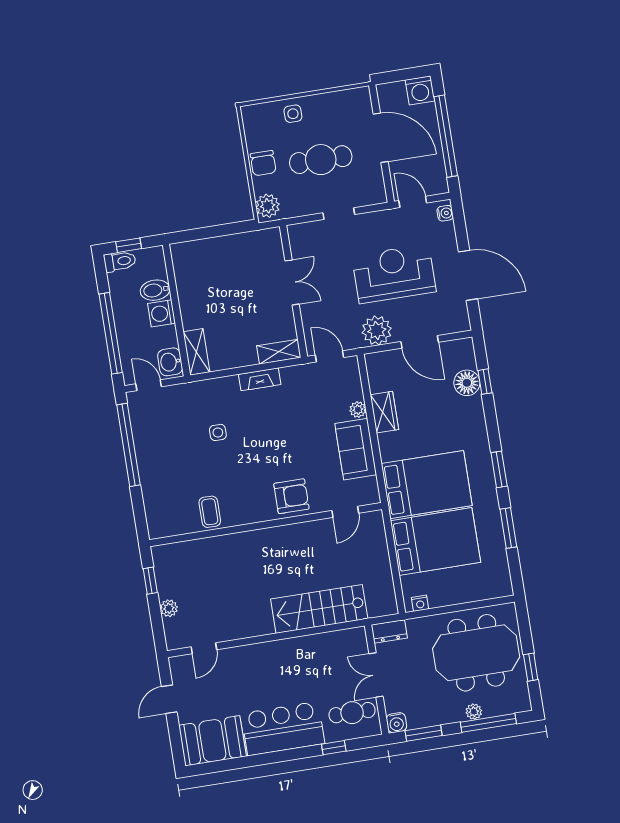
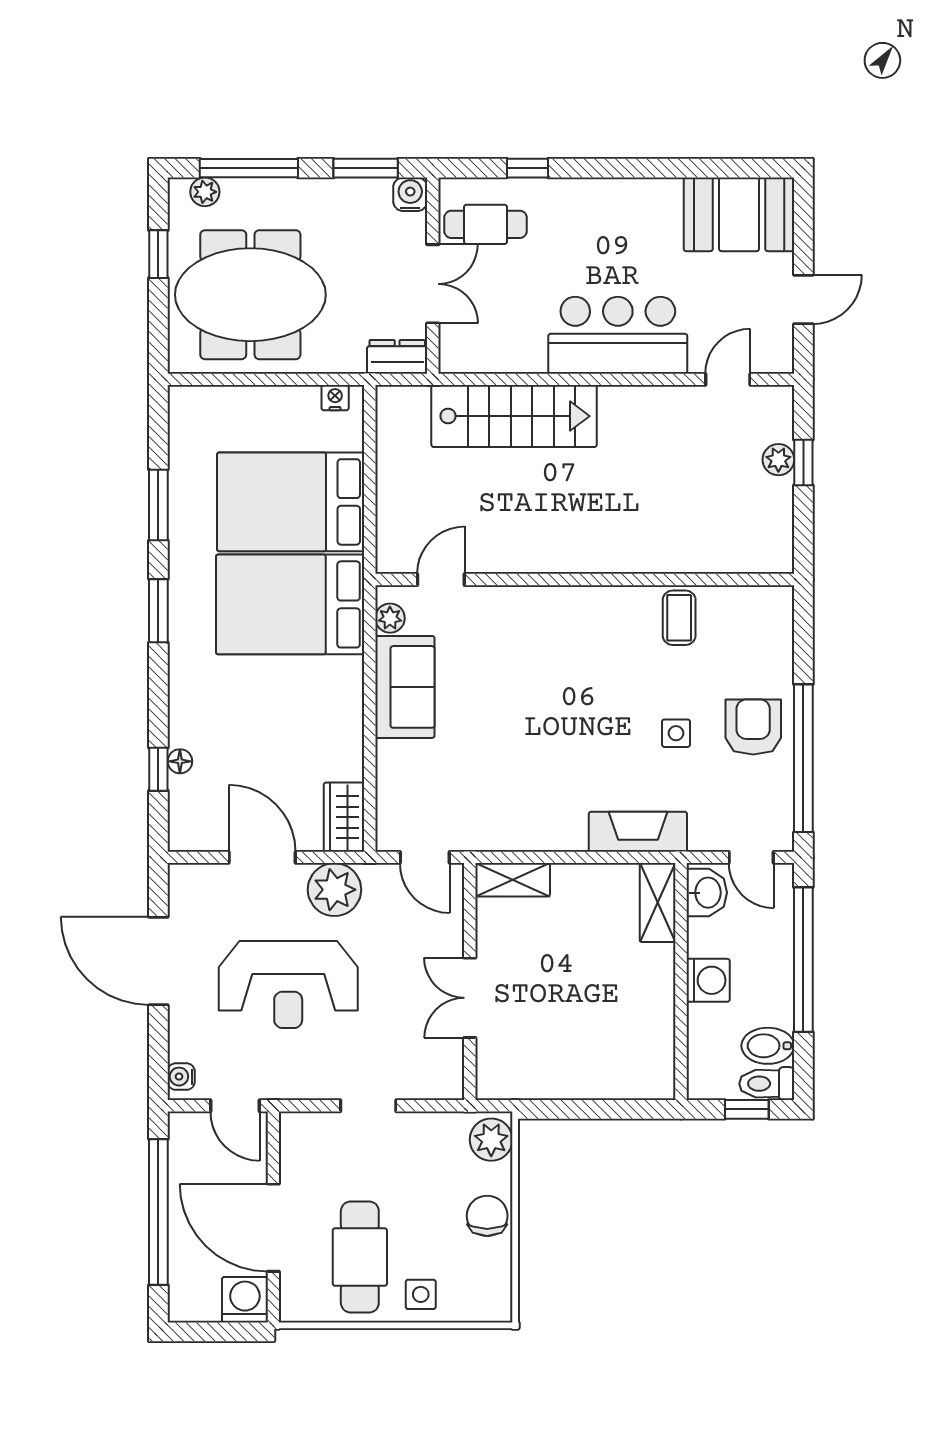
washing machine: (420, 90) -> (245, 1300), moved
cafe table: (321, 160) -> (360, 1257), moved, turned 90
bidet: (155, 290) -> (768, 1046), moved, turned 180
fireplace: (260, 379) -> (638, 832), moved, width x1.37, depth x1.32
floor lamp: (467, 383) -> (180, 761), width x0.53, depth x0.53
plant: (358, 410) -> (390, 618), moved
wardrobe: (384, 412) -> (344, 817), moved
side table: (218, 432) -> (676, 733), moved
armchair: (291, 496) -> (753, 727), moved, turned 90
window: (150, 581) -> (803, 463), moved
plant: (474, 712) -> (205, 192), moved
bar counter: (283, 729) -> (618, 335), moved, turned 180

